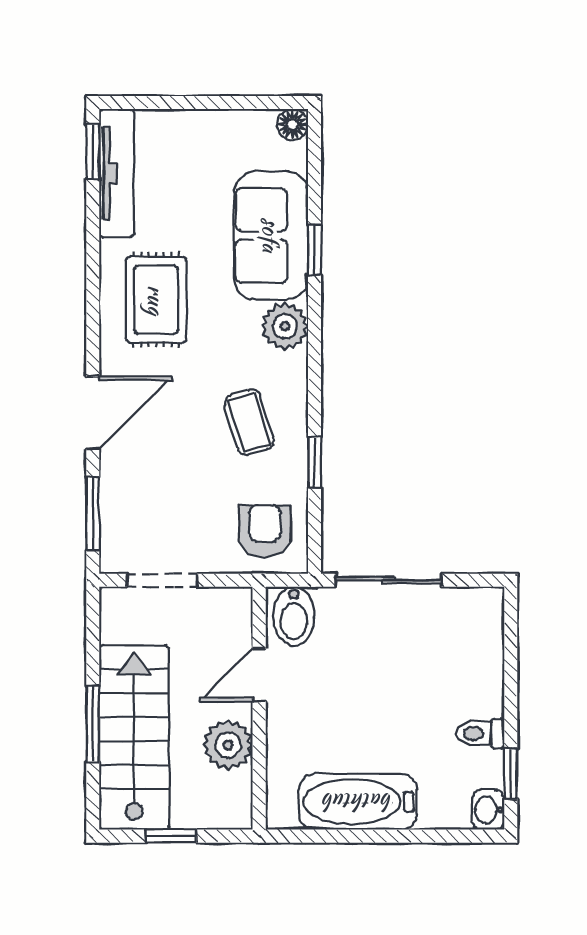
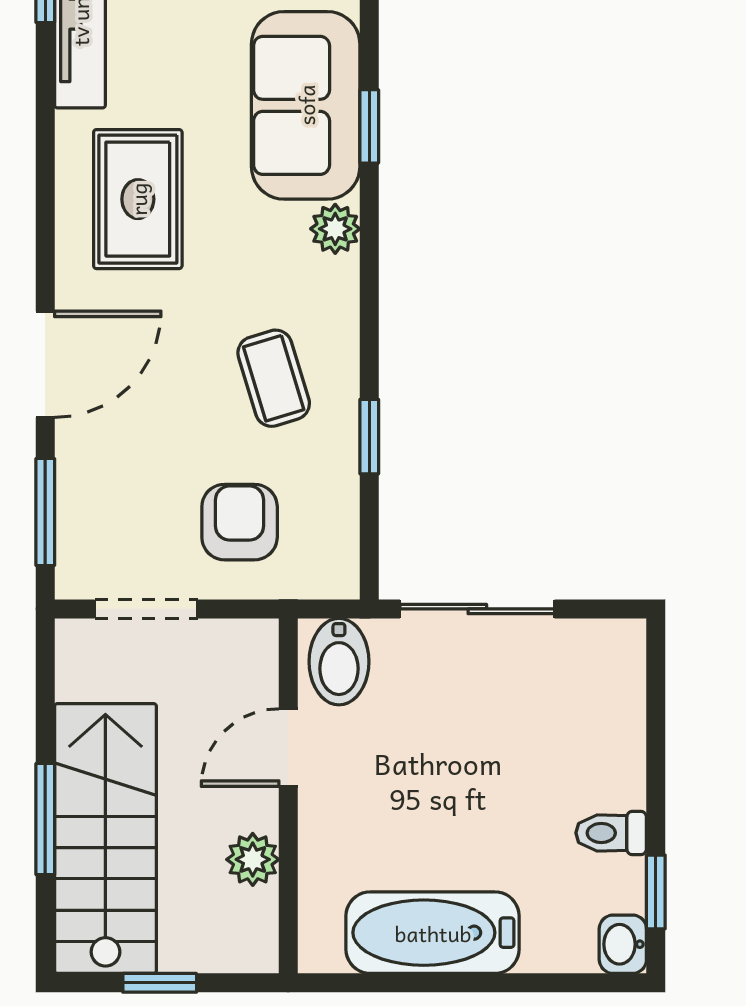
plant: (285, 326) -> (335, 229), width x0.73, depth x0.73
armchair: (265, 531) -> (240, 522), moved
plant: (228, 745) -> (253, 859), width x0.73, depth x0.73

